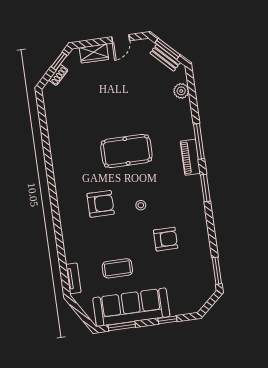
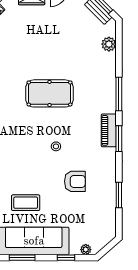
piano: (190, 157) -> (109, 130), moved
armchair: (101, 204) -> (18, 140), removed
window: (217, 271) -> (119, 195), moved
plant: (187, 309) -> (86, 250), added

